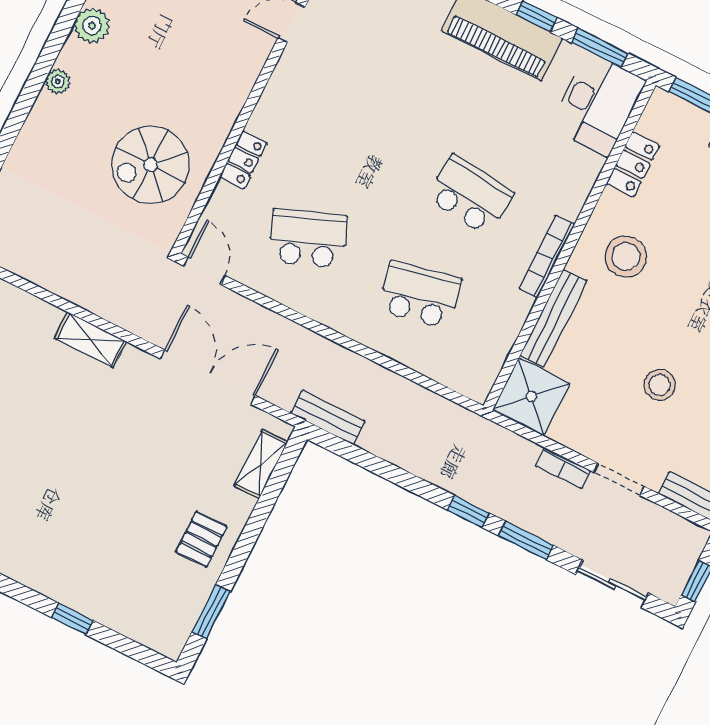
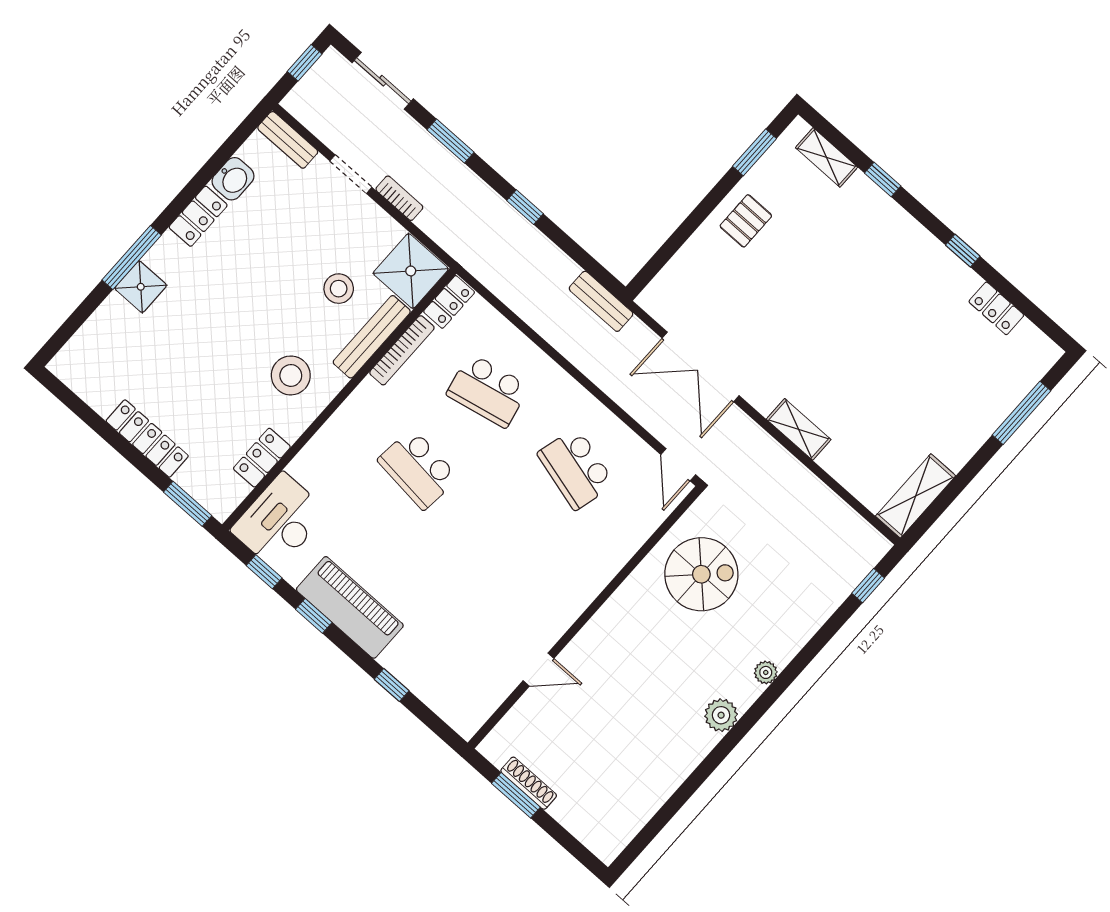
window: (600, 48) -> (264, 572), width x0.67
locker: (243, 160) -> (449, 302), moved, turned 180
school desk: (308, 239) -> (576, 469), turned 36
bookcase: (547, 256) -> (402, 350), moved
stool: (660, 385) -> (339, 289), moved
shelving: (261, 464) -> (827, 157), moved, turned 90
window: (468, 512) -> (525, 207), moved

